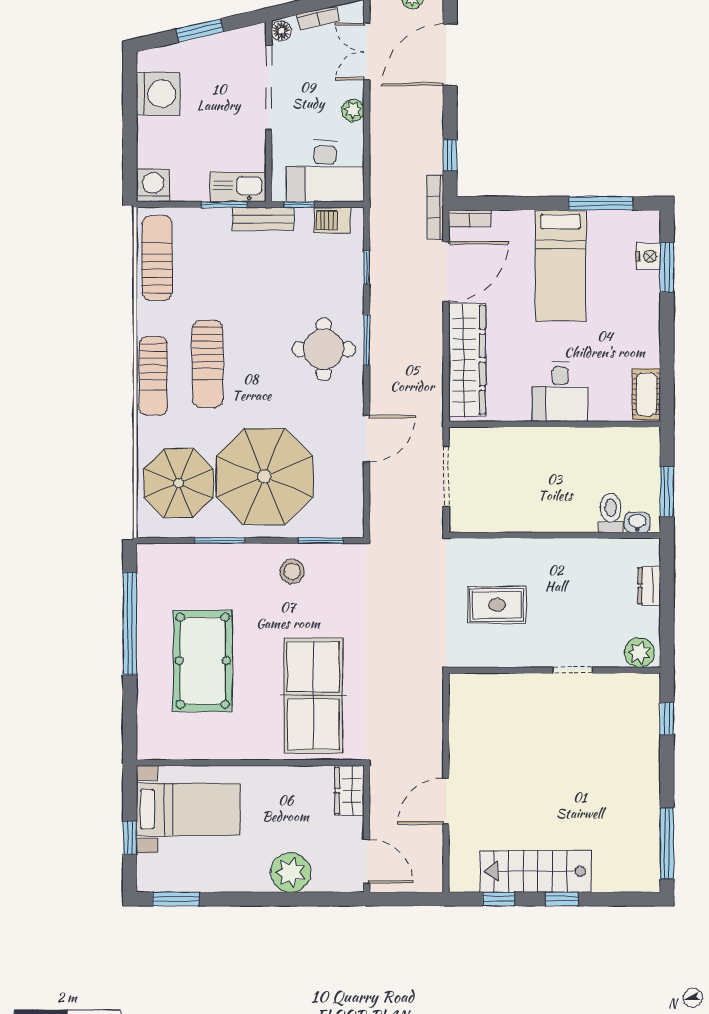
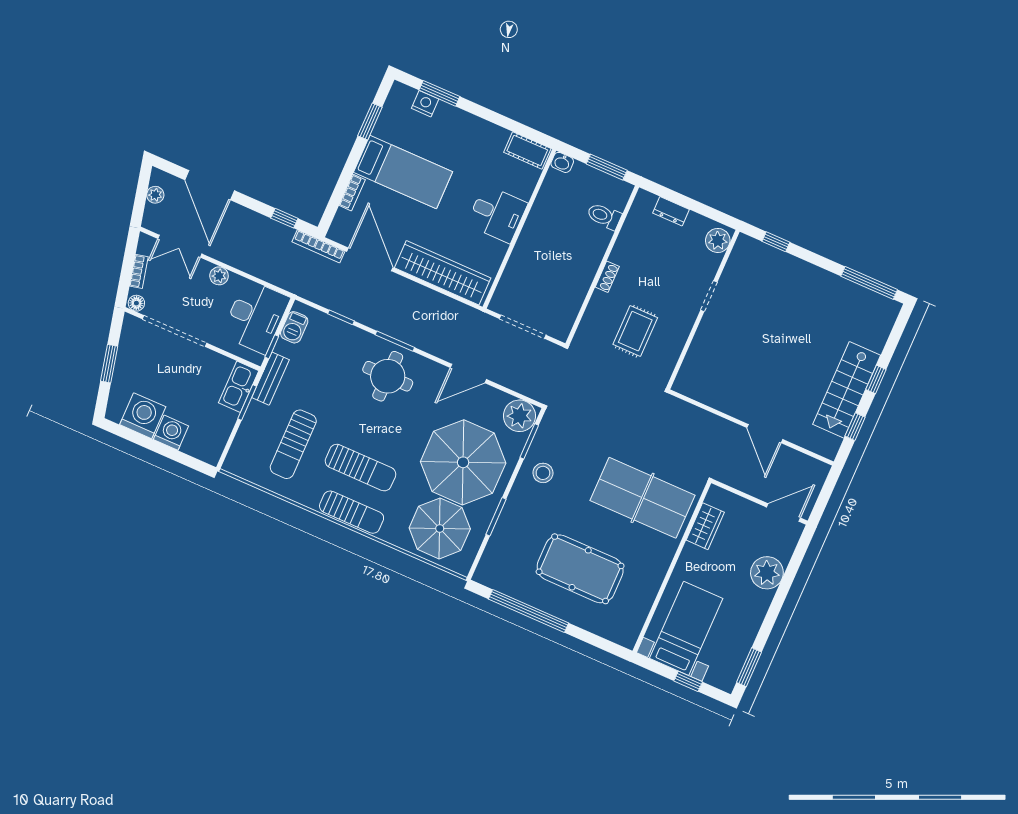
washing machine: (153, 185) -> (171, 433), moved, turned 90
window: (601, 203) -> (370, 121), width x0.69
bookcase: (470, 218) -> (352, 192), moved
sun lounger: (157, 258) -> (293, 444), moved, turned -90
door: (367, 439) -> (468, 374), swing flipped
plant: (344, 517) -> (519, 416), added
washbasin: (637, 522) -> (562, 162), moved, turned -90
shoe rack: (544, 546) -> (607, 277), added
wardrobe: (349, 791) -> (705, 526), moved, turned -90

